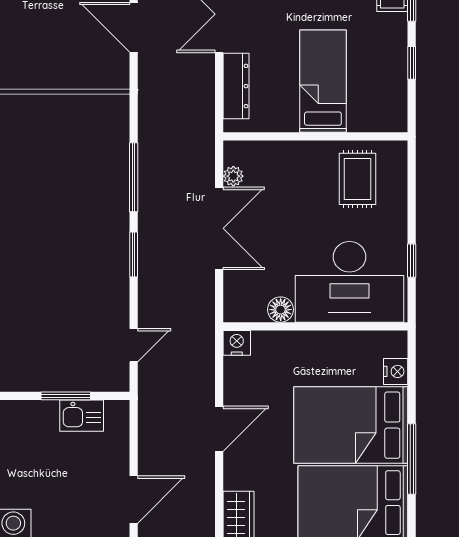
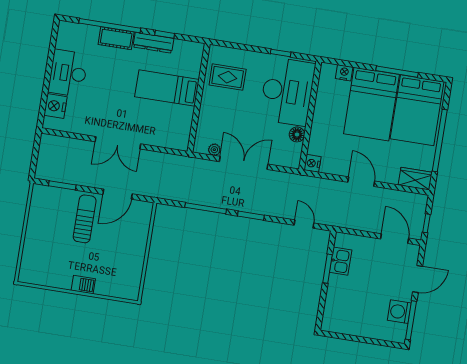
dresser: (236, 86) -> (153, 43), moved, turned 180

